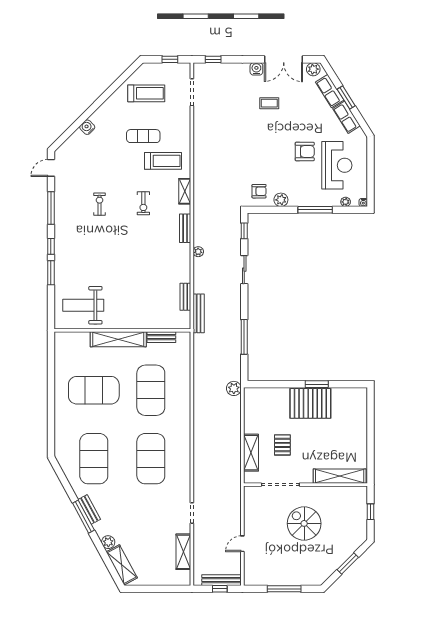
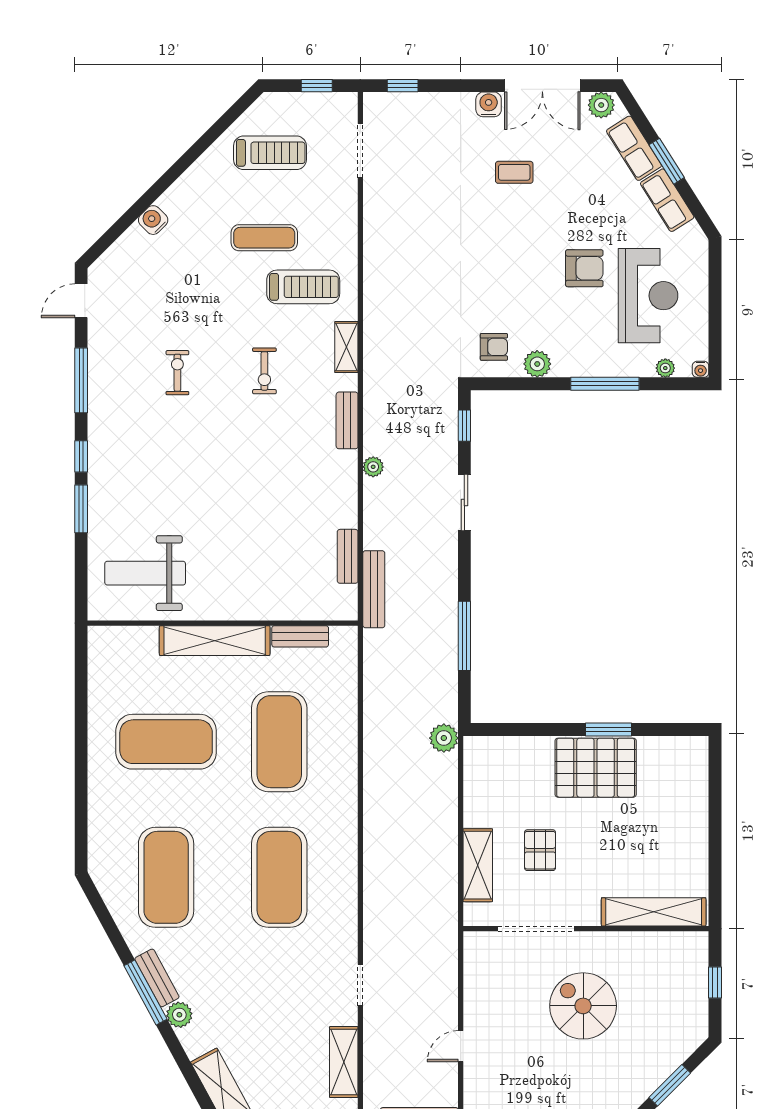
plant: (108, 542) -> (179, 1015), moved

